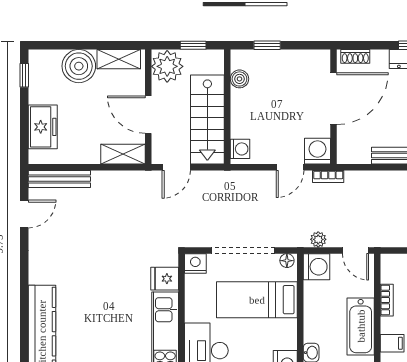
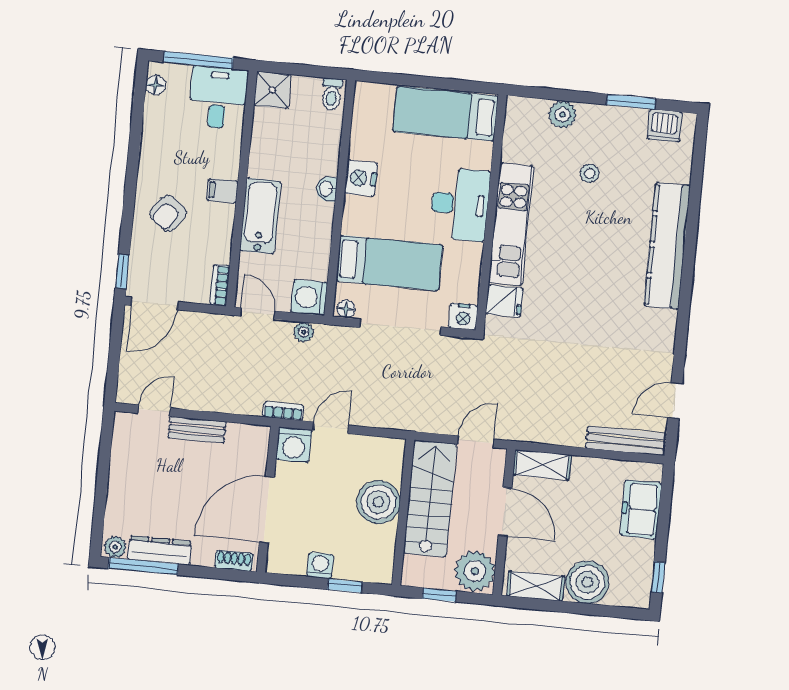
boiler: (239, 79) -> (378, 502), moved, width x1.86, depth x1.86
washing machine: (240, 149) -> (320, 566), moved, turned 90
bookcase: (387, 300) -> (220, 285), moved

